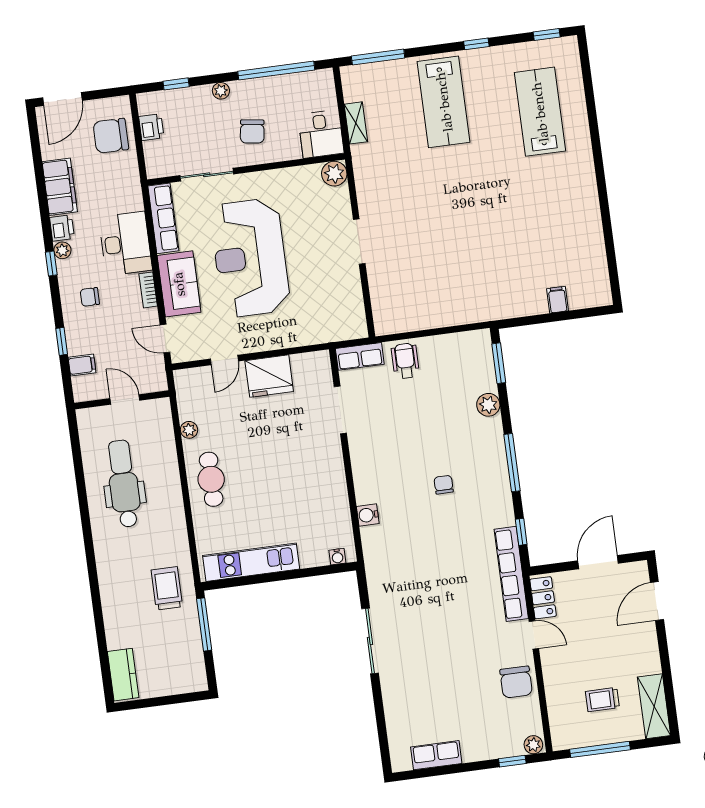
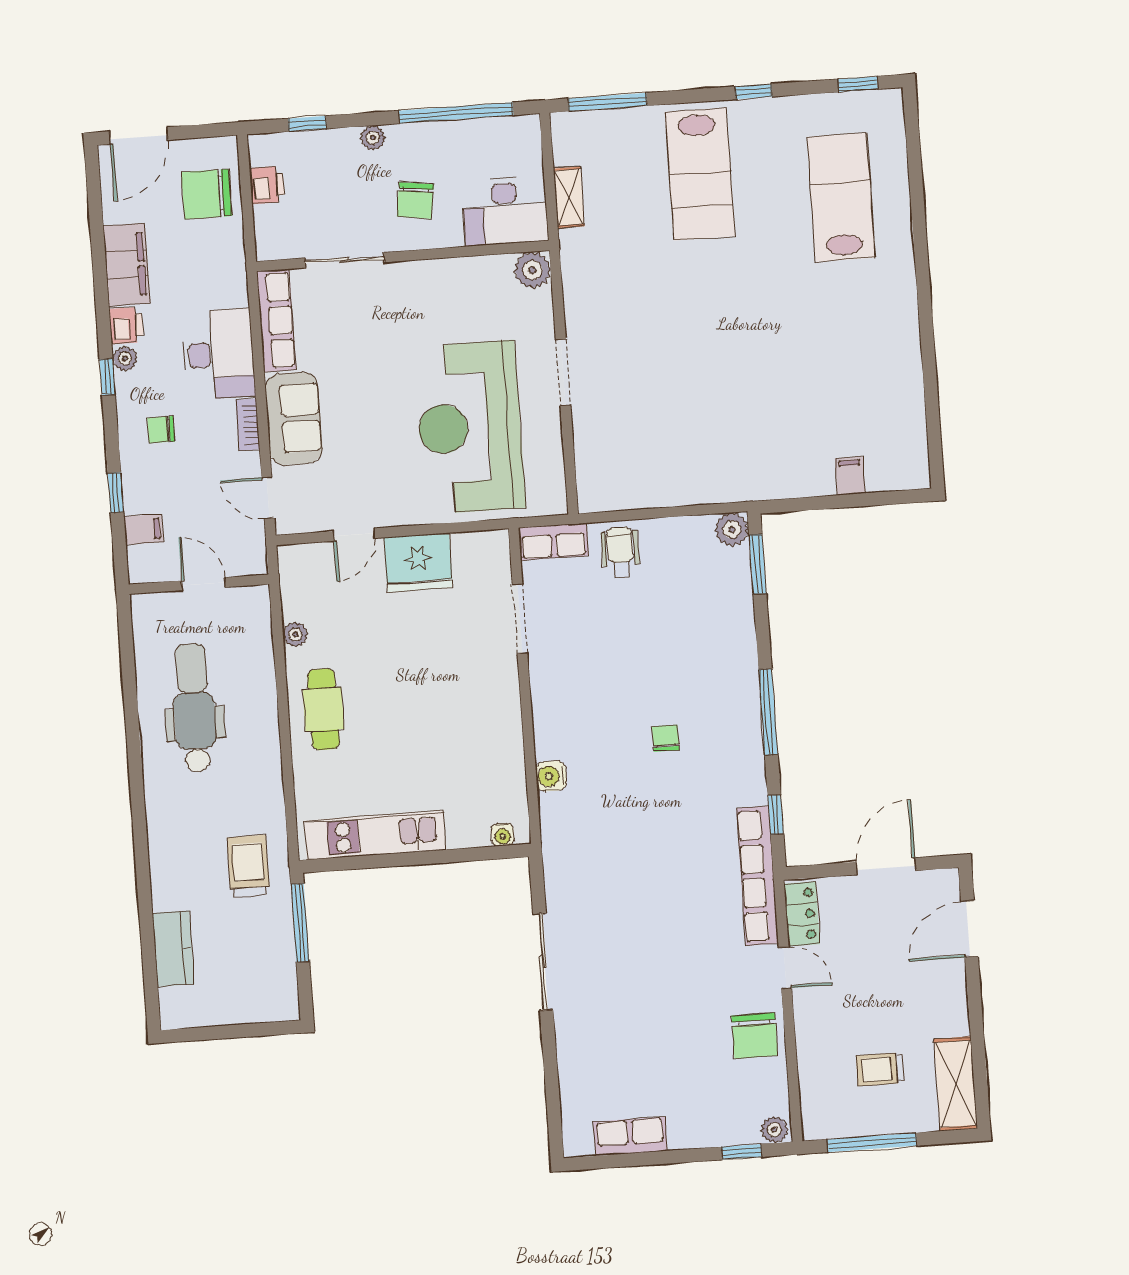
desk: (321, 134) -> (505, 211), width x1.37
reception desk: (250, 258) -> (470, 427), moved
plant: (488, 405) -> (732, 529), moved
kitchen counter: (123, 675) -> (173, 949), moved

